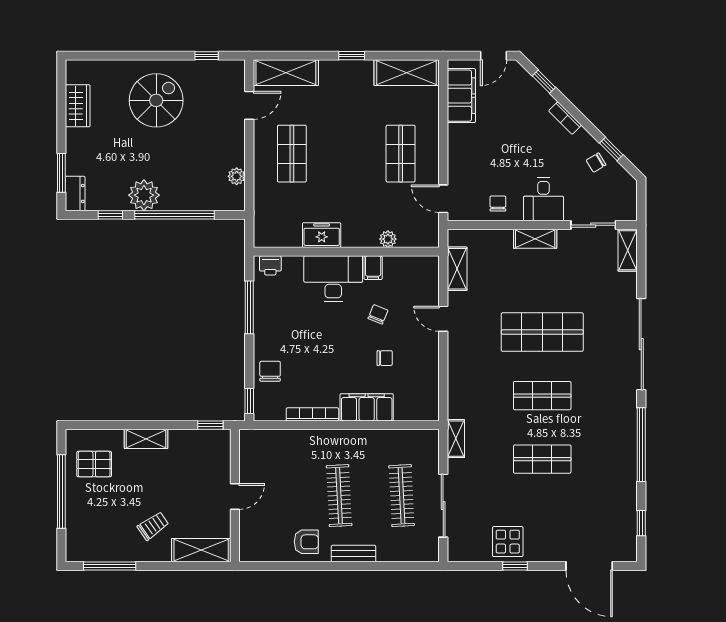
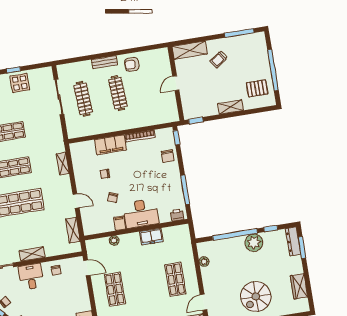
dresser: (75, 193) -> (293, 241), width x1.44
shelving: (456, 439) -> (63, 164), moved

